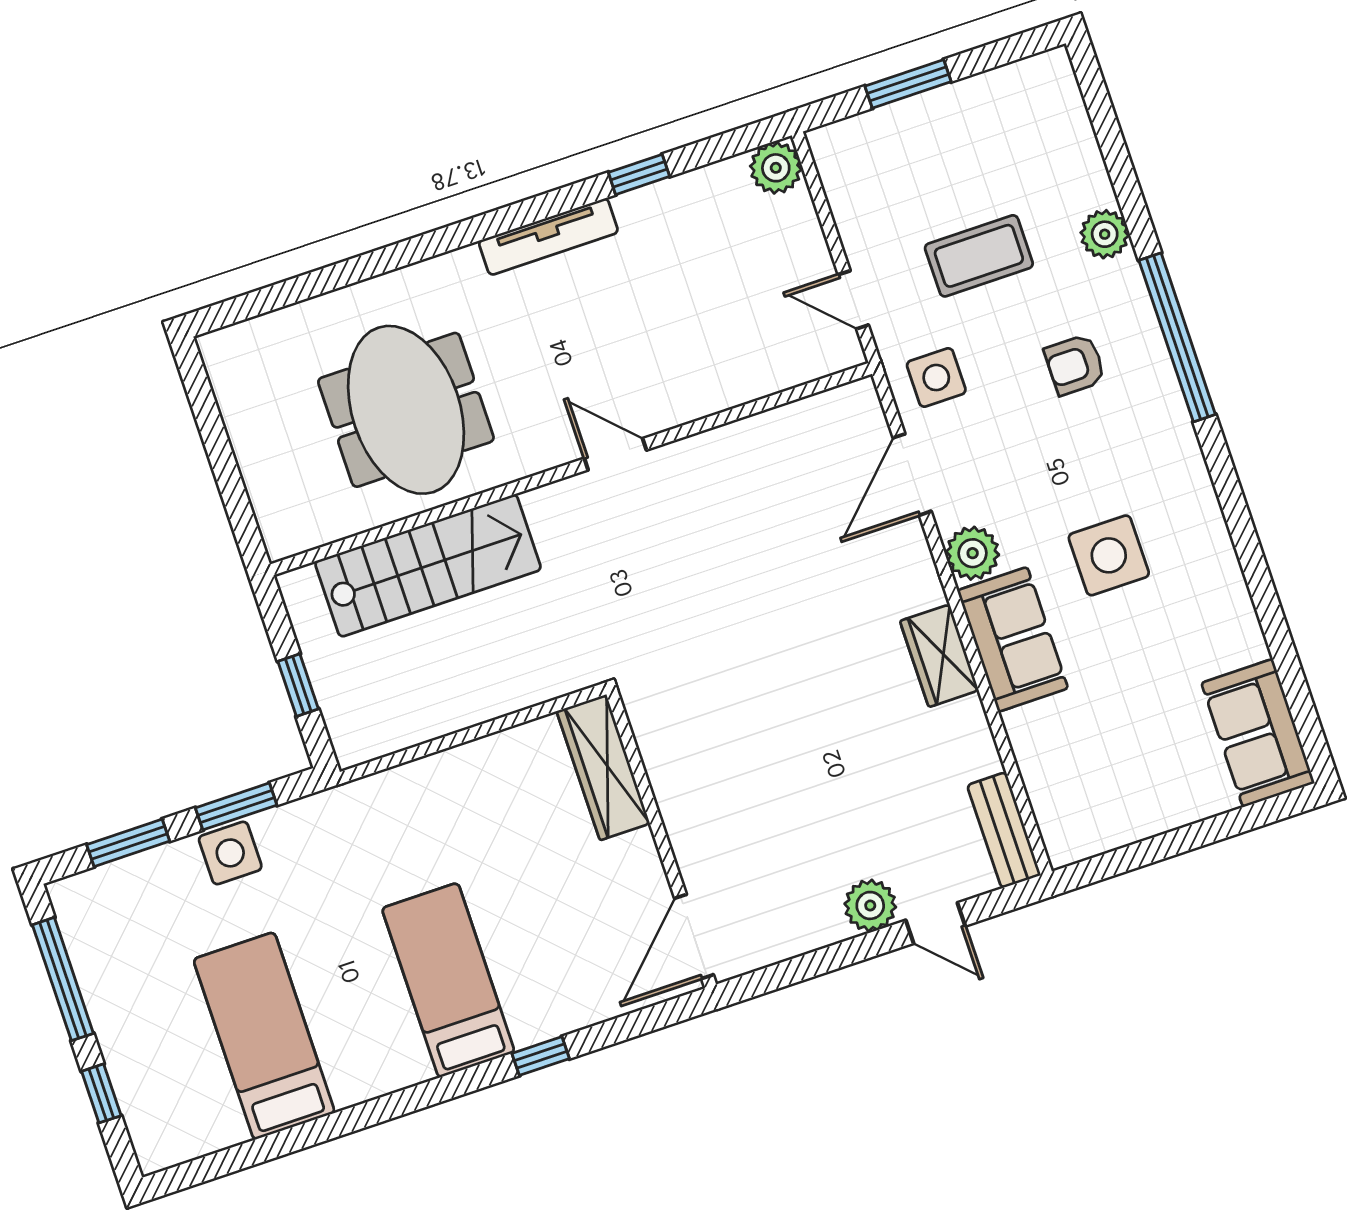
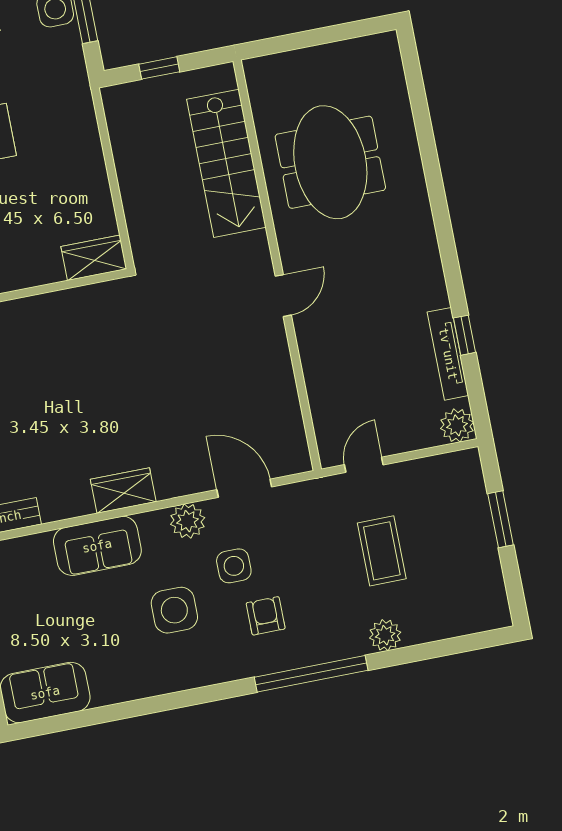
tv unit: (548, 237) -> (448, 354), moved
armchair: (1075, 365) -> (266, 616), moved
side table: (936, 378) -> (234, 566), moved
meeting table: (406, 410) -> (330, 162), turned 90
sofa: (1013, 639) -> (97, 546), moved
wardrobe: (603, 767) -> (94, 258), width x0.67

